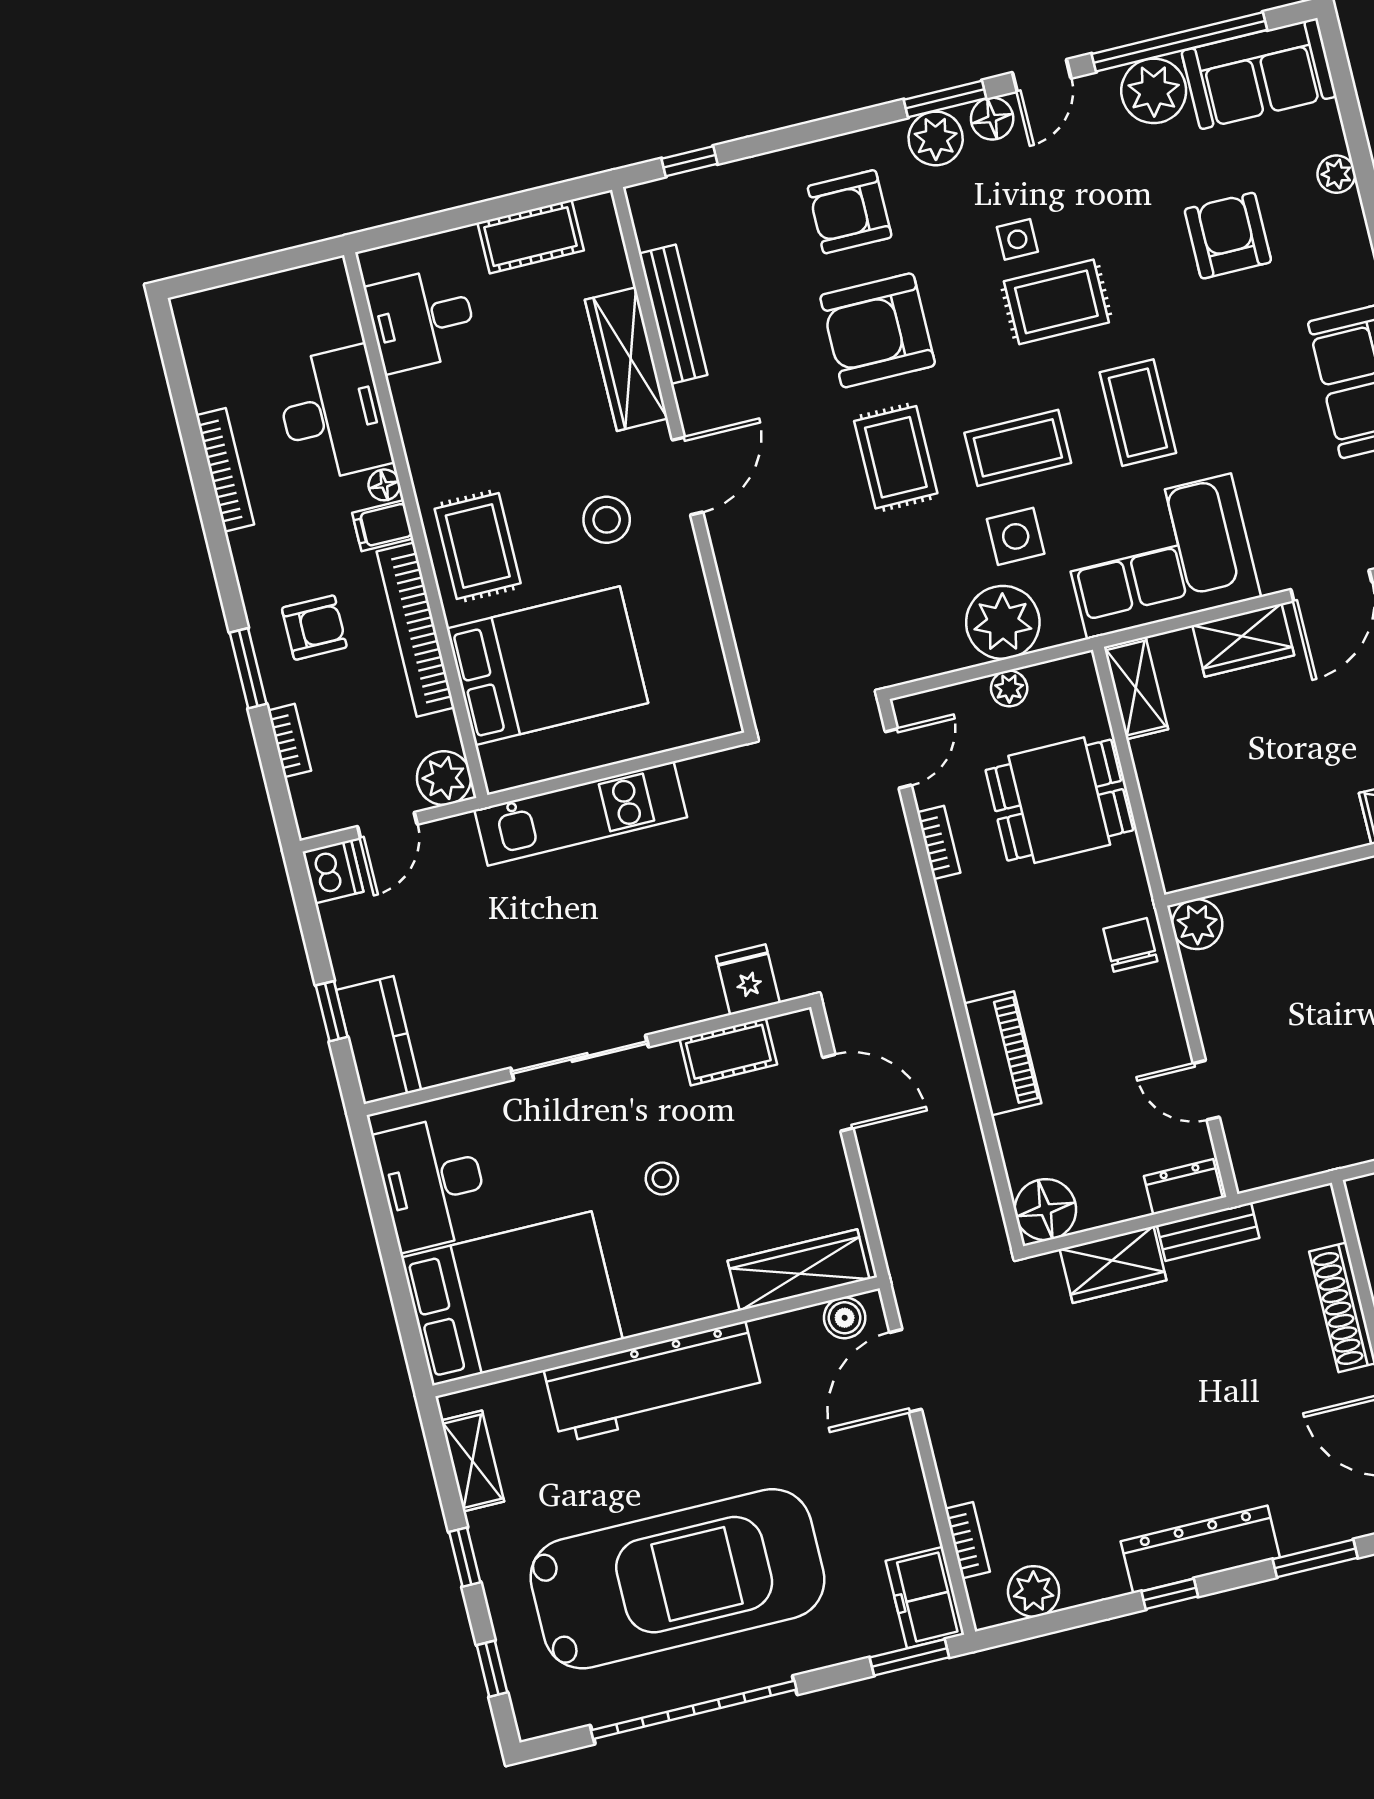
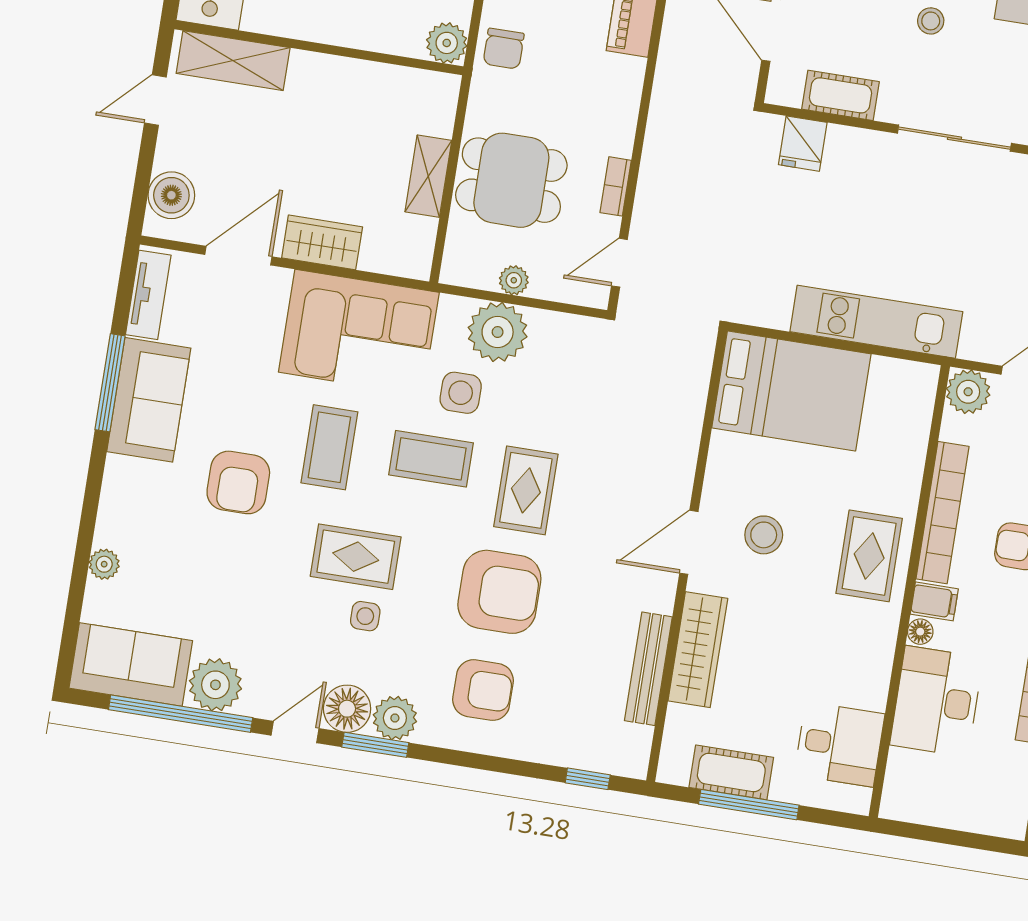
floor lamp: (992, 119) -> (347, 709), width x1.38, depth x1.38
window: (496, 209) -> (749, 805), added
armchair: (1228, 236) -> (238, 482), moved
bed: (547, 666) -> (791, 391), moved, turned 180
shelving: (1136, 688) -> (428, 176), moved

